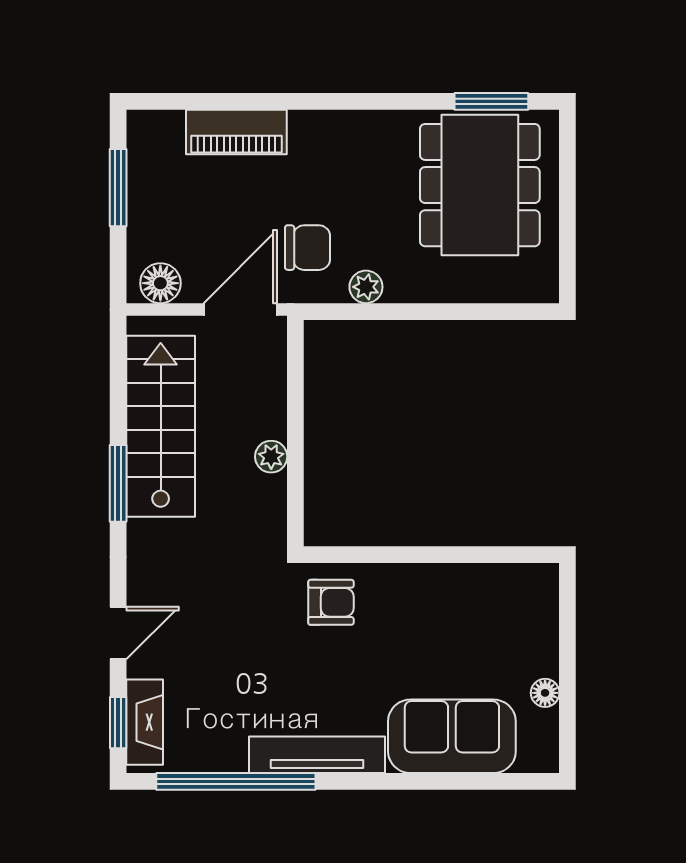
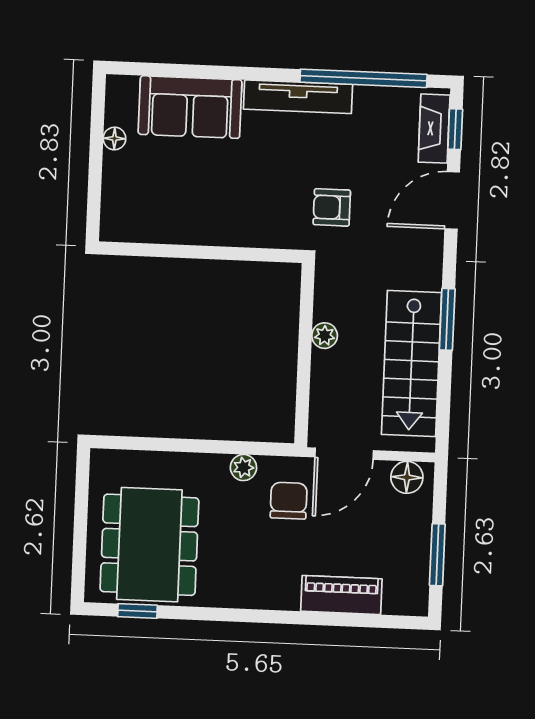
window: (491, 101) -> (137, 611), width x0.67
chair: (308, 248) -> (289, 501), turned 90
armchair: (331, 602) -> (332, 207), moved
door: (118, 633) -> (452, 200), width x1.38

